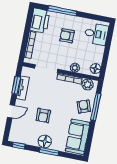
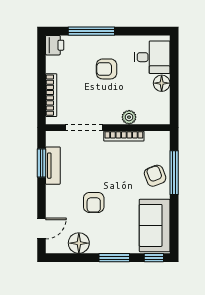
printer: (40, 21) -> (55, 45), width x0.53, depth x0.68
floor lamp: (95, 69) -> (162, 83), moved
plant: (88, 85) -> (154, 140), removed
door: (11, 111) -> (41, 229), moved
floor lamp: (45, 141) -> (79, 243), moved
window: (19, 146) -> (154, 258), moved

